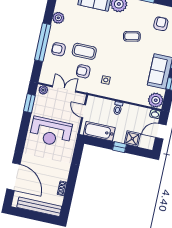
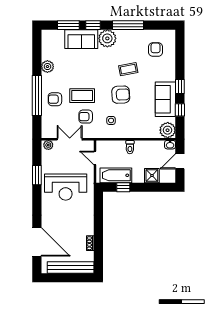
armchair: (120, 58) -> (121, 95), added
window: (29, 103) -> (37, 175), moved
window: (120, 147) -> (123, 187), moved

